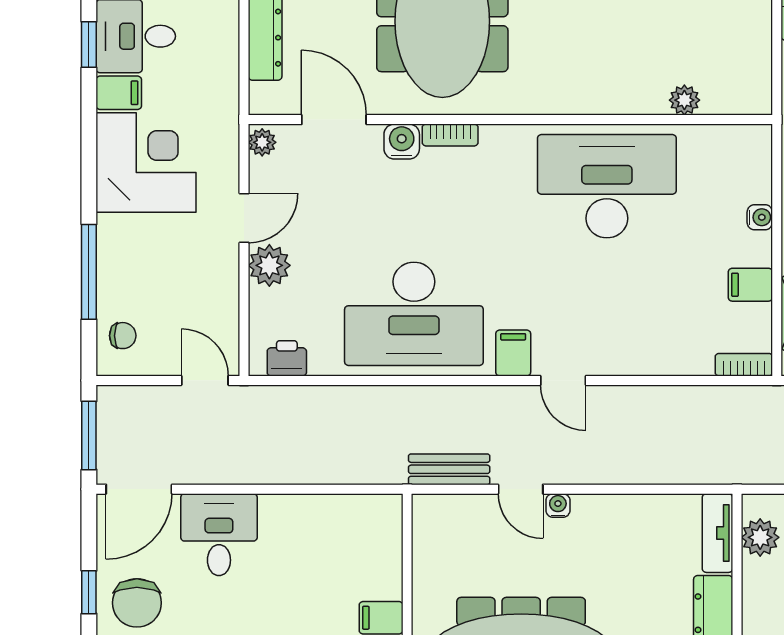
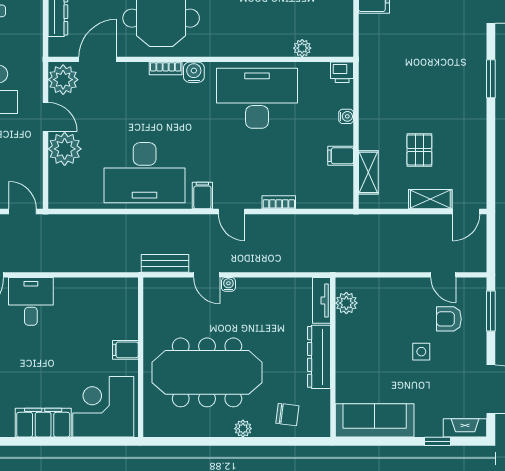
door: (334, 120) -> (98, 59), hinge flipped
plant: (262, 142) -> (63, 80), width x1.88, depth x1.88
water cooler: (402, 142) -> (194, 72), moved
door: (244, 218) -> (46, 117), hinge flipped
plant: (269, 265) -> (65, 149), width x1.36, depth x1.36
printer: (287, 358) -> (342, 72), moved, turned 180
bookcase: (744, 365) -> (279, 202), moved

